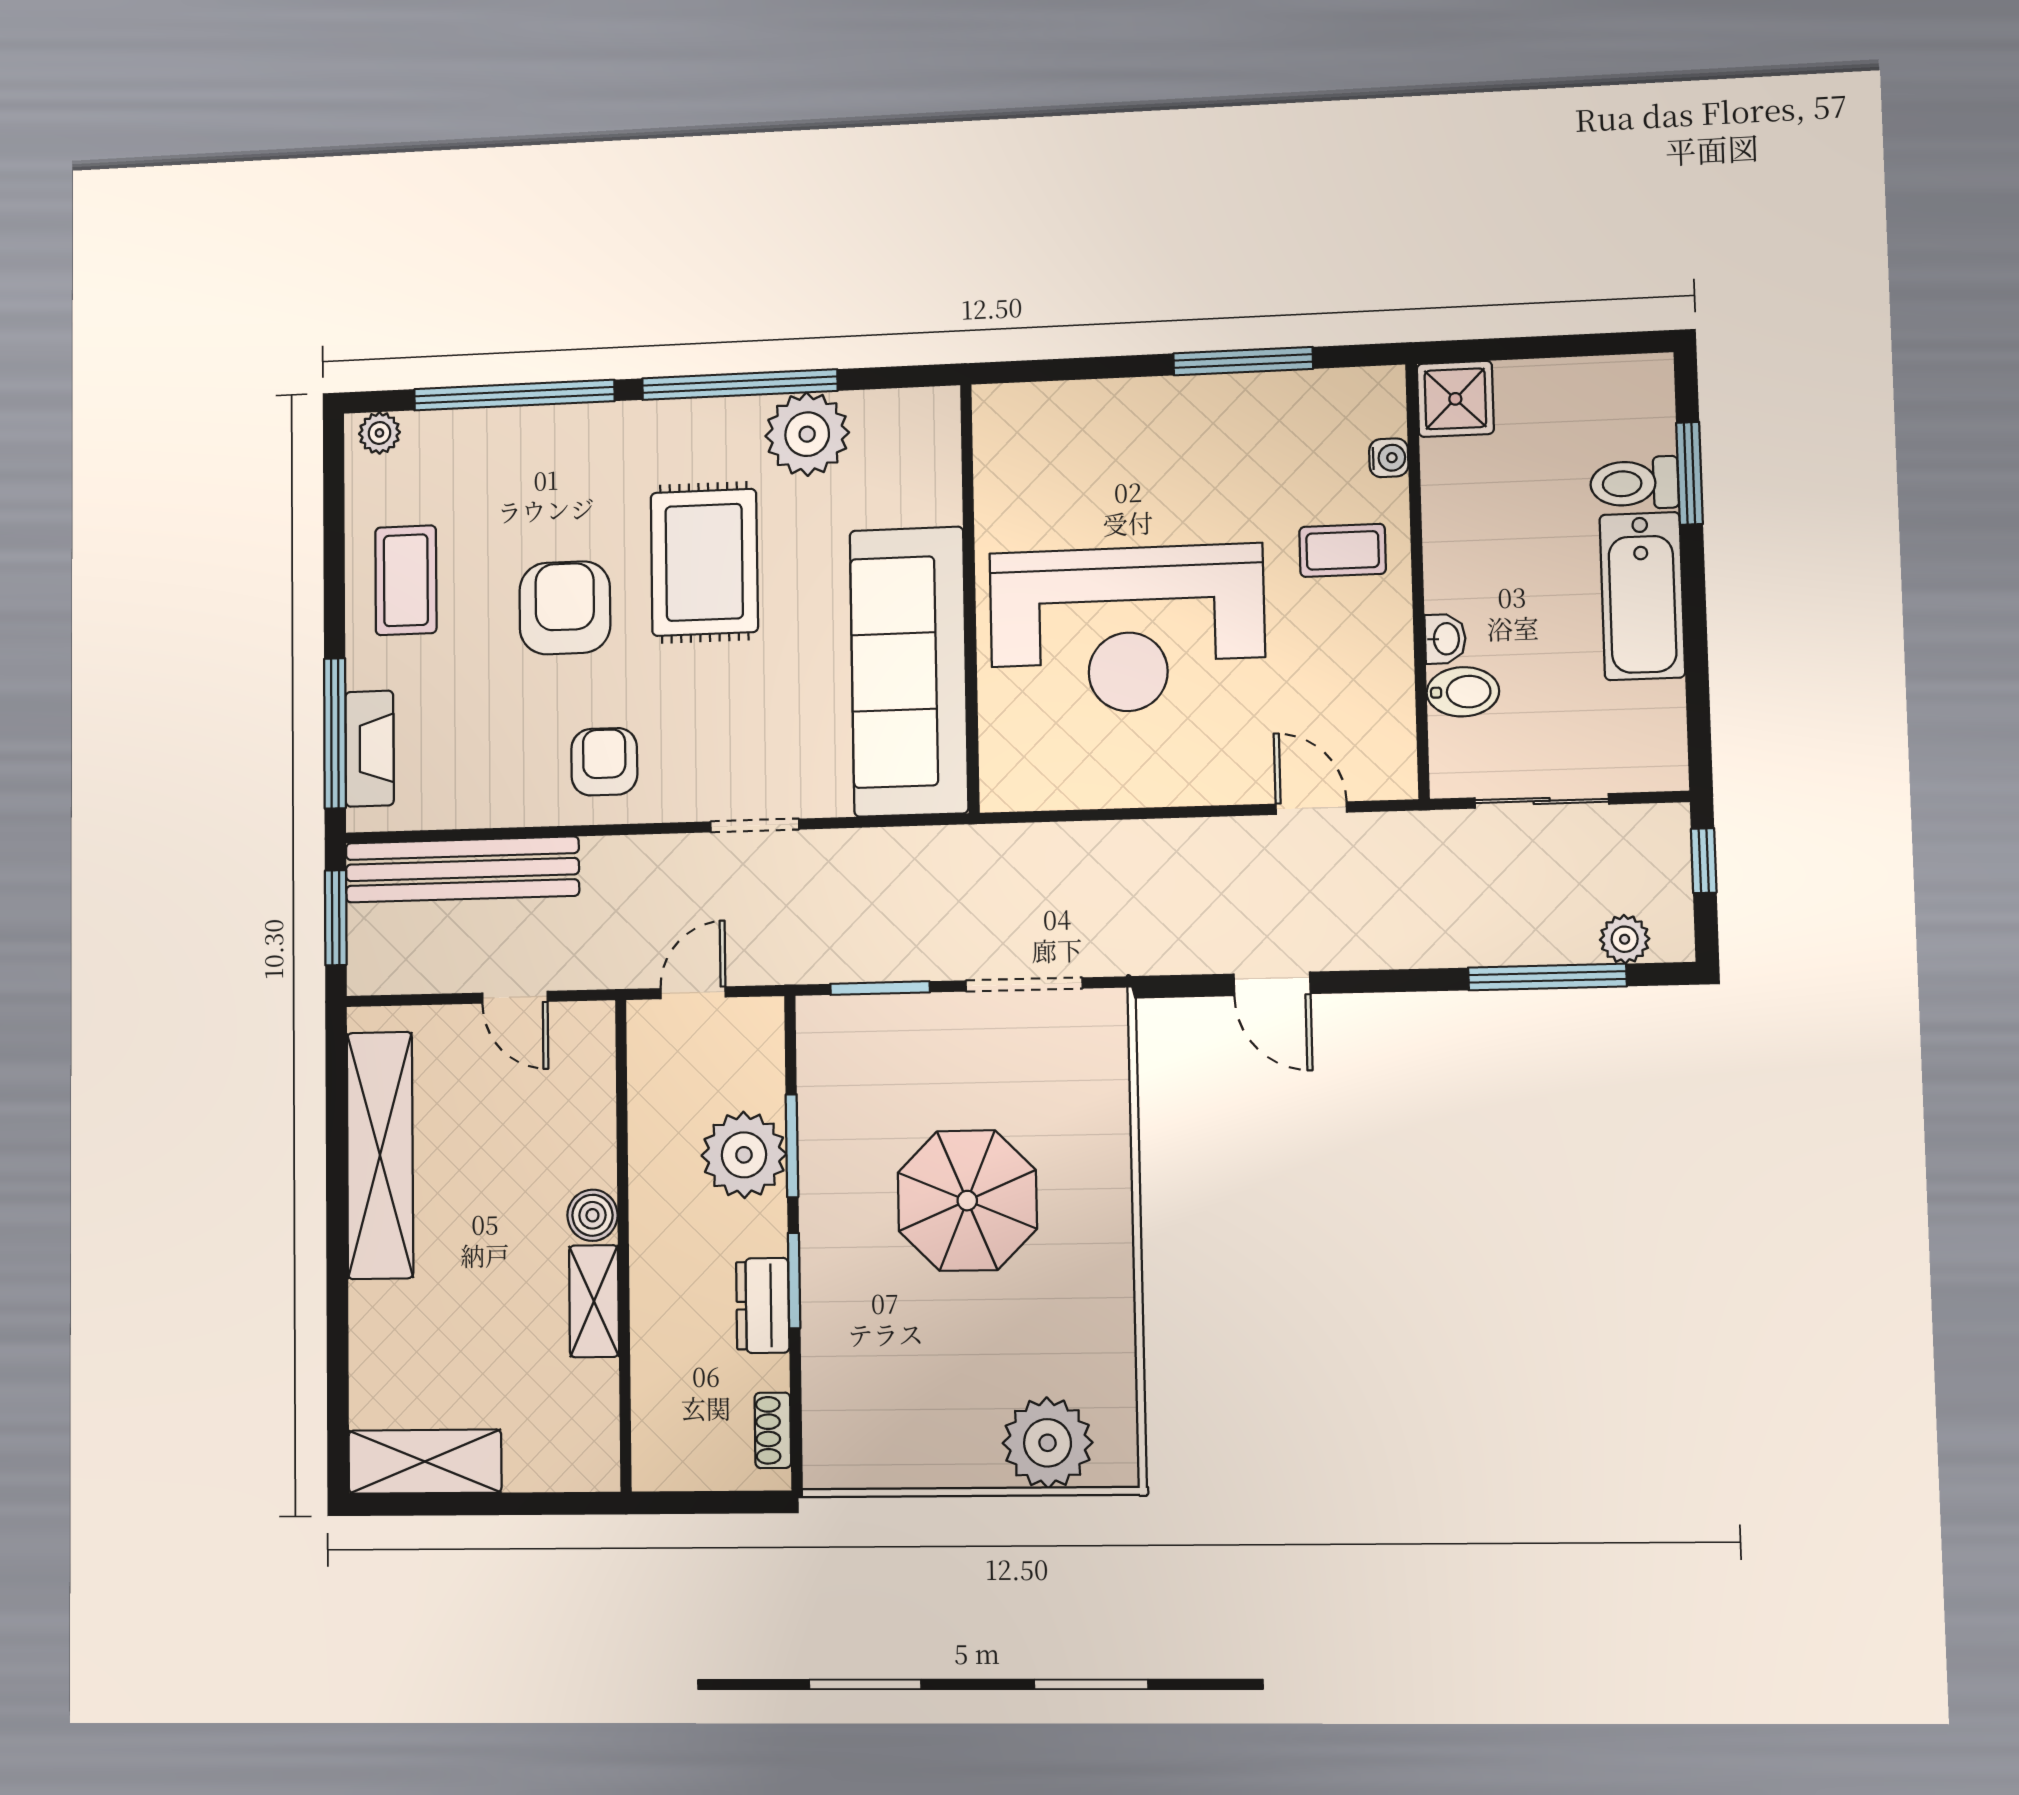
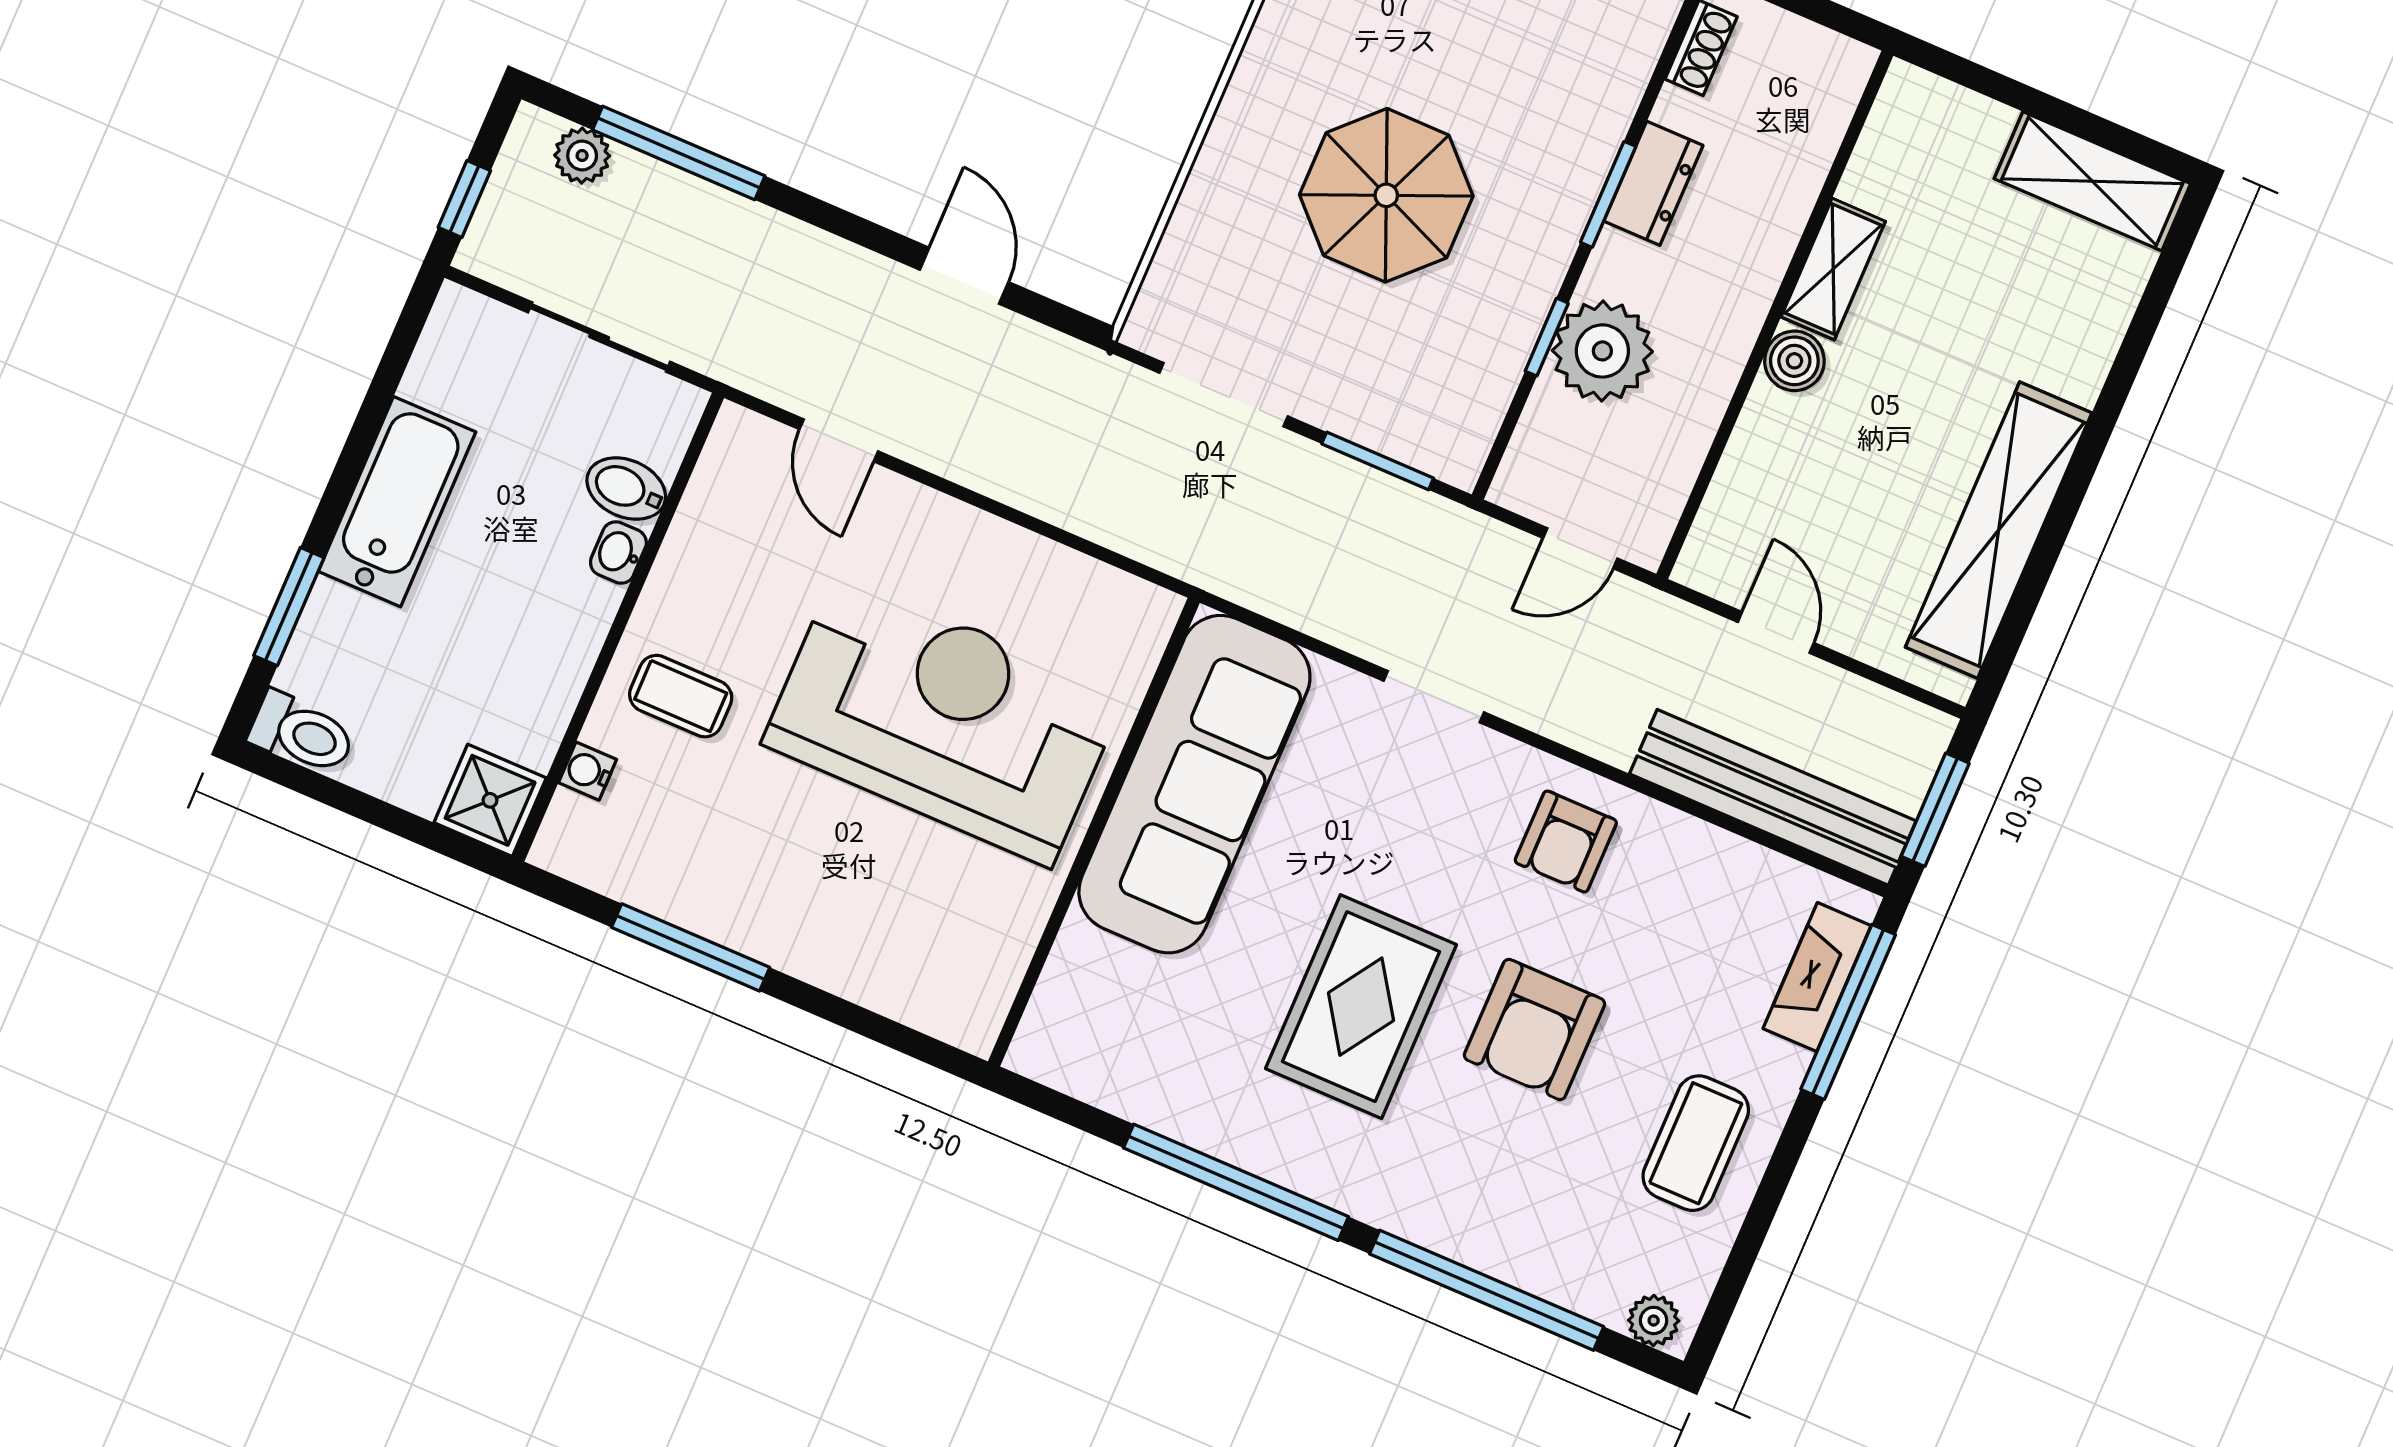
plant: (807, 434) -> (1188, 1093), removed
toilet: (1634, 483) -> (302, 733), moved
window: (792, 1146) -> (1547, 337), width x0.67

